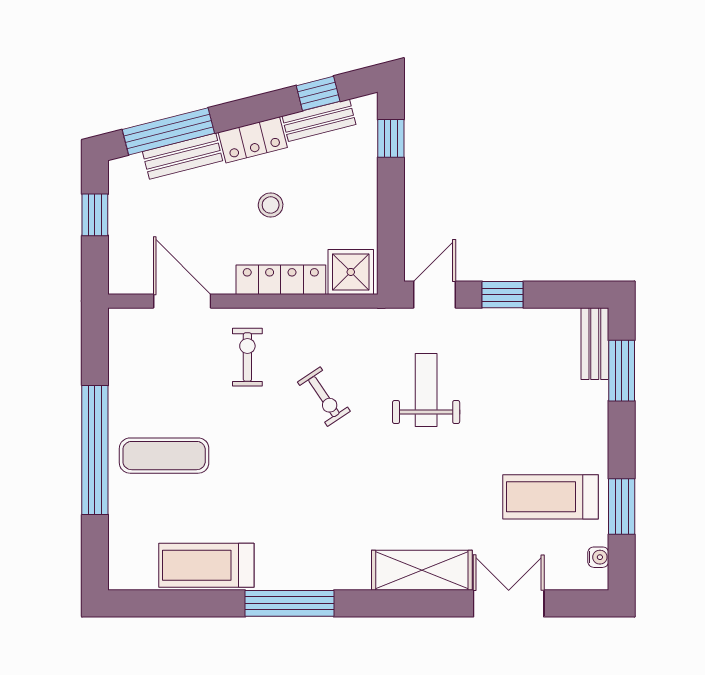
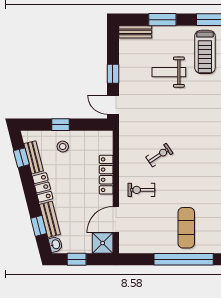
window: (168, 131) -> (39, 226), width x0.46
window: (391, 138) -> (61, 125), moved
washbasin: (128, 168) -> (56, 244), added
stool: (271, 205) -> (63, 147), moved
shower: (351, 272) -> (103, 243), moved
window: (622, 371) -> (162, 20), moved
weight bench: (426, 390) -> (169, 72), moved

